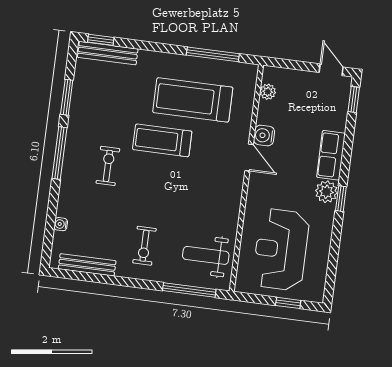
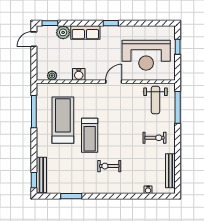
treadmill: (193, 100) -> (63, 120), turned 180
window: (59, 153) -> (105, 196), removed
door: (249, 158) -> (114, 82), moved
plant: (326, 192) -> (63, 32), moved

